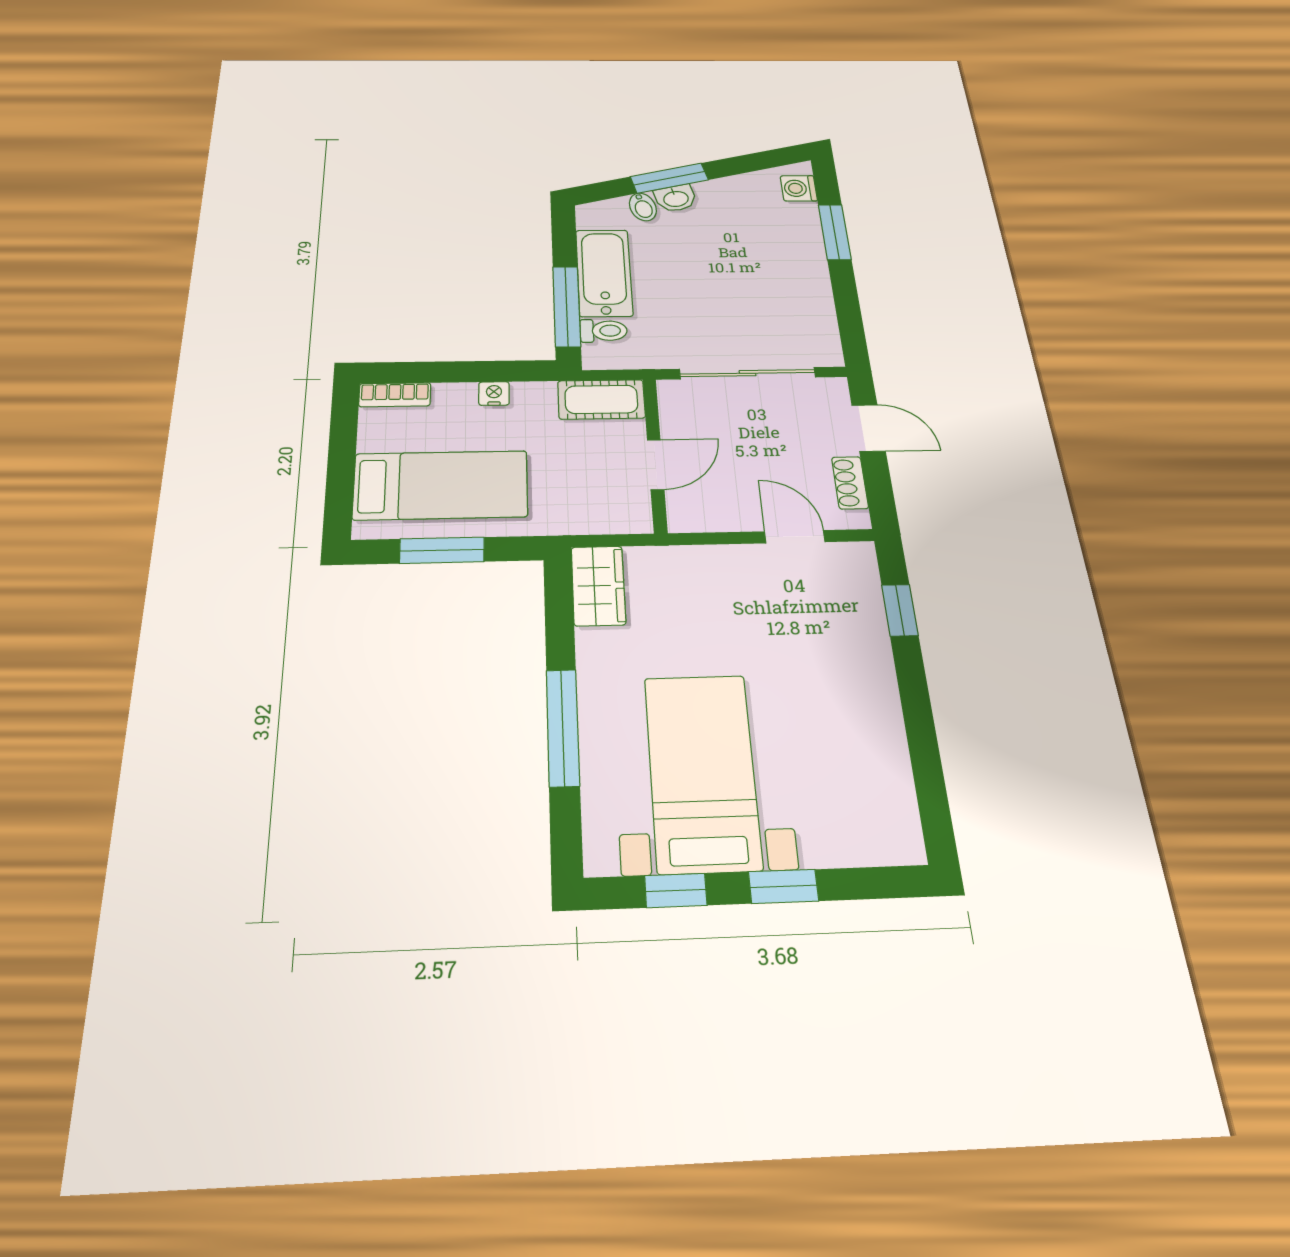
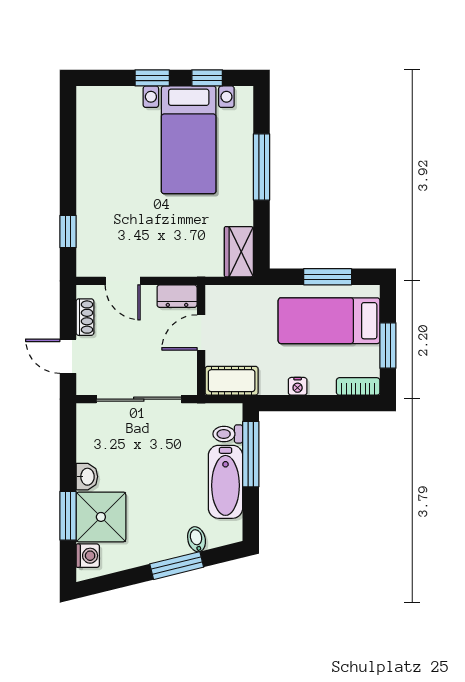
washbasin: (676, 198) -> (87, 477), moved, turned 104
shower: (786, 231) -> (101, 517), added
window: (342, 451) -> (388, 346), added
dresser: (700, 516) -> (177, 296), added

